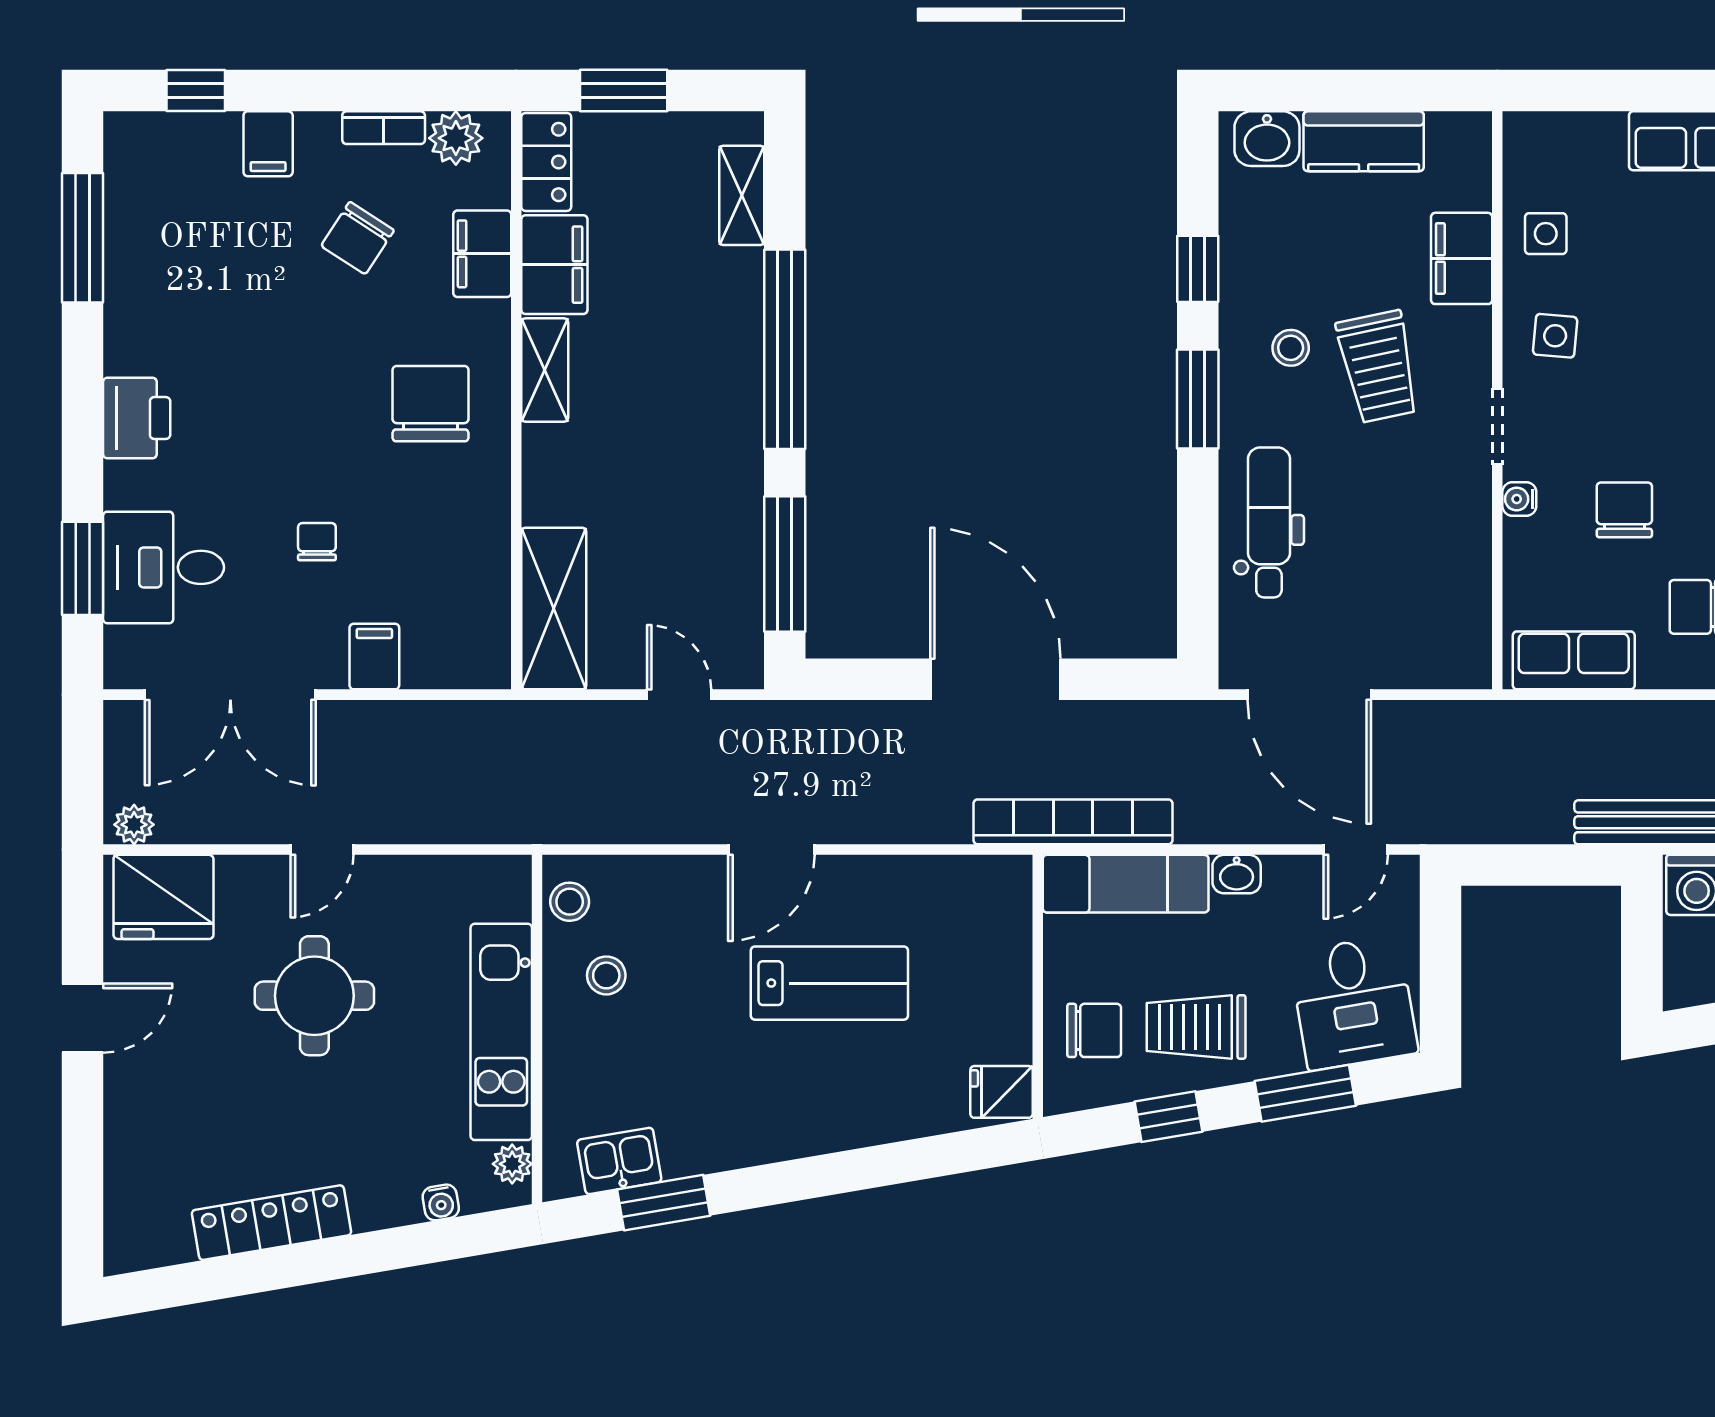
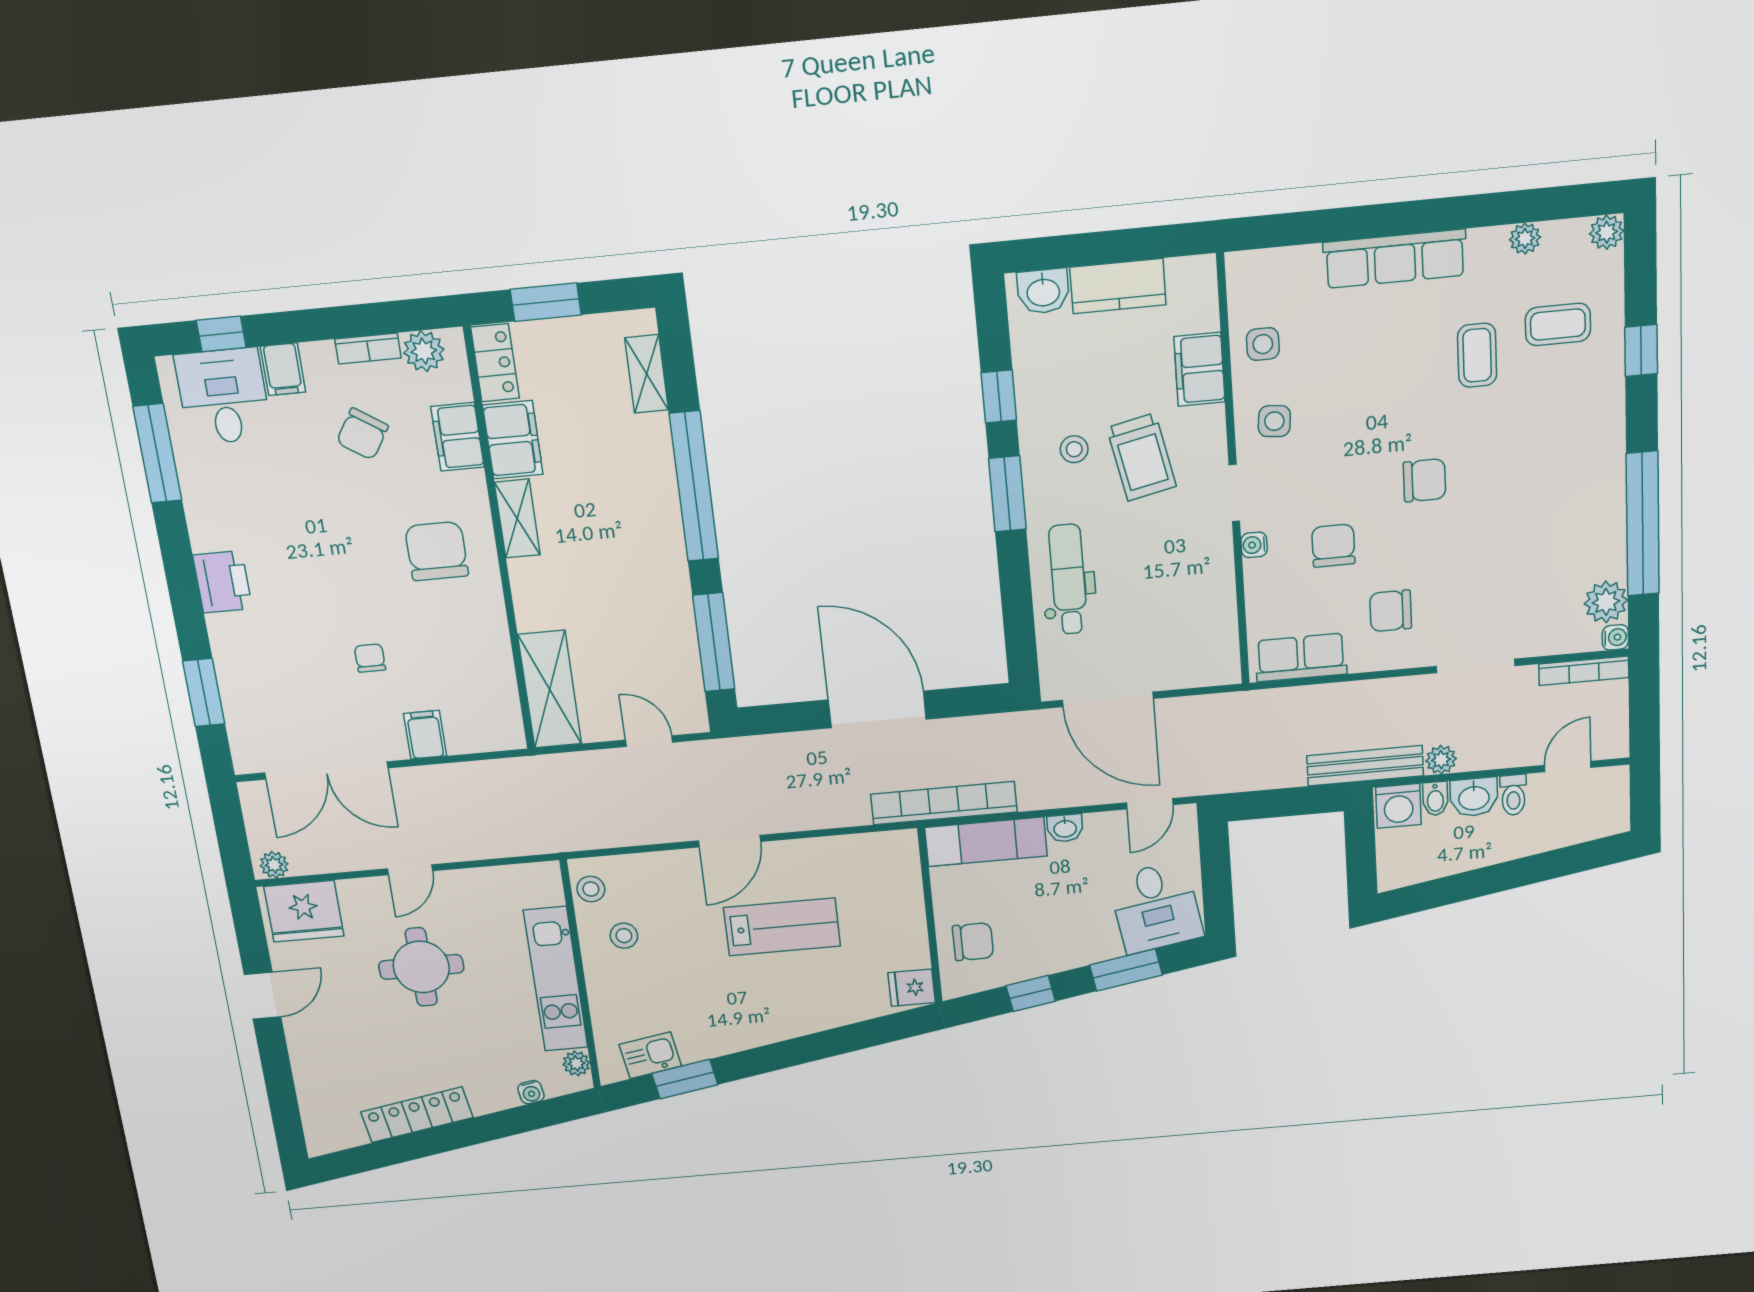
desk: (164, 567) -> (223, 396), moved, turned 90
trolley: (1196, 1027) -> (1045, 933), removed

